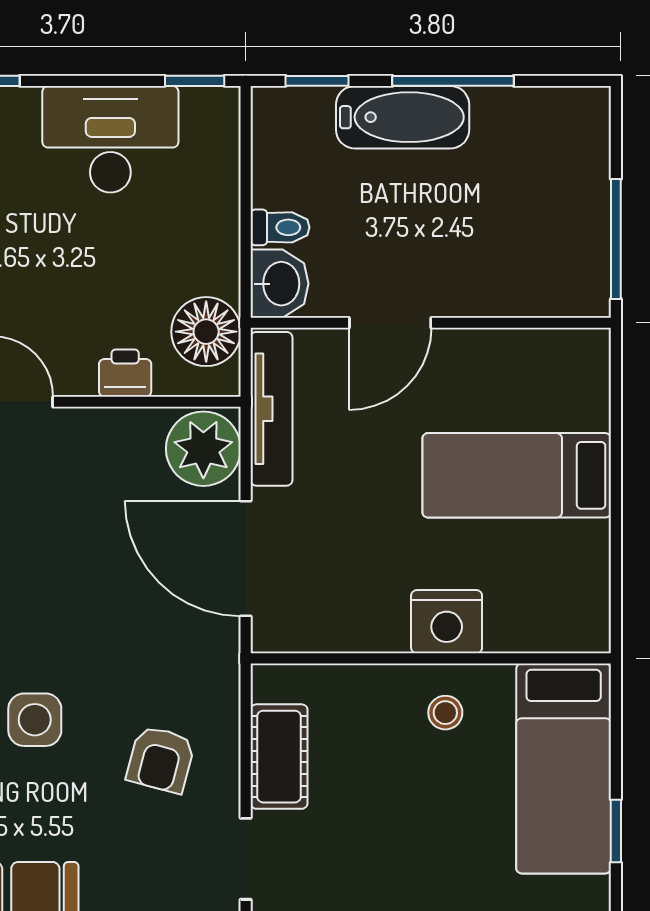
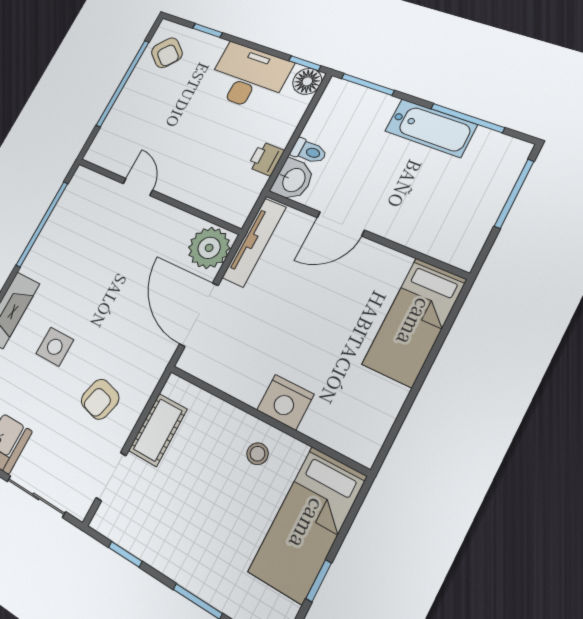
window: (317, 81) -> (368, 84), width x1.50
window: (453, 81) -> (467, 118), moved
bathtub: (403, 117) -> (431, 128), moved
window: (616, 239) -> (514, 194), moved
floor lamp: (206, 332) -> (307, 81), moved, width x0.73, depth x0.73
printer: (125, 373) -> (266, 159), moved, turned -90
bed: (517, 475) -> (414, 322), moved, turned -90

